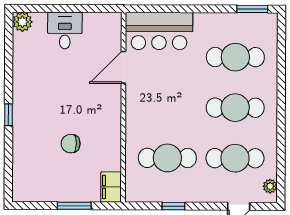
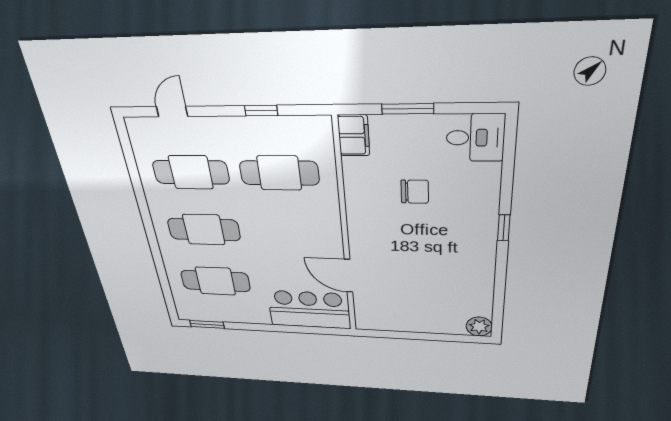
desk: (65, 30) -> (475, 138), moved, turned -90
door: (123, 67) -> (349, 276), swing flipped
plant: (270, 186) -> (138, 138), removed

